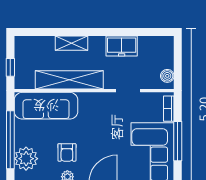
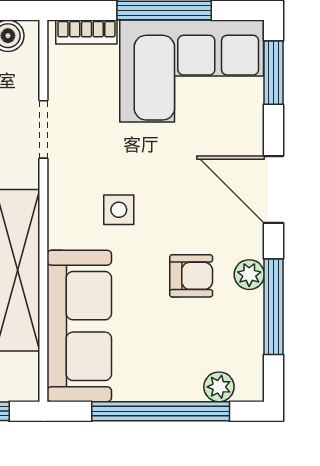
side table: (95, 122) -> (119, 210), added
plant: (26, 159) -> (219, 387), width x0.53, depth x0.53

